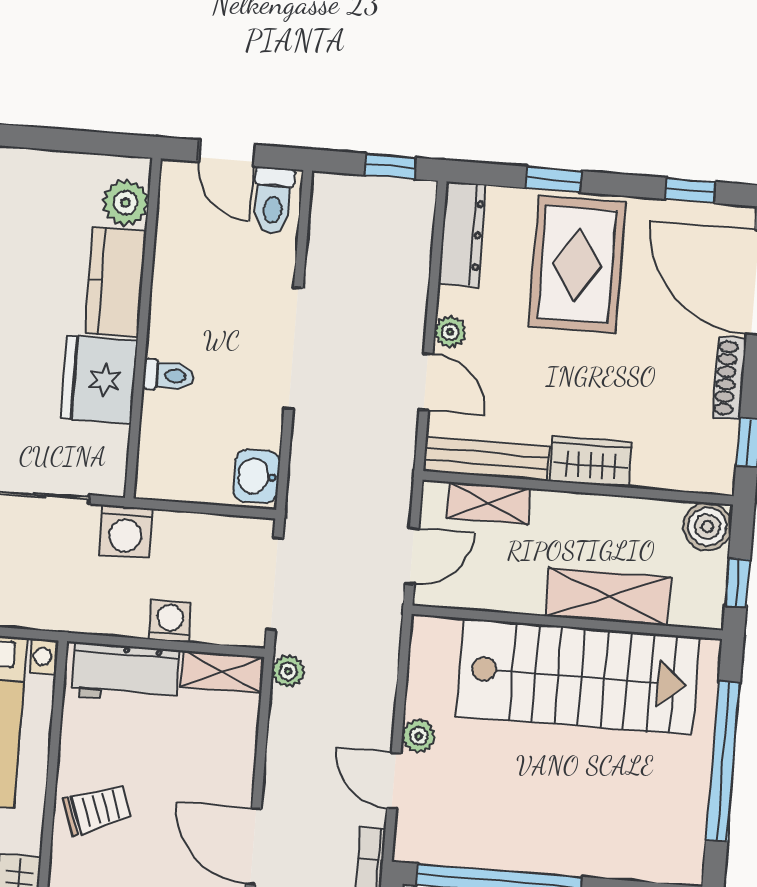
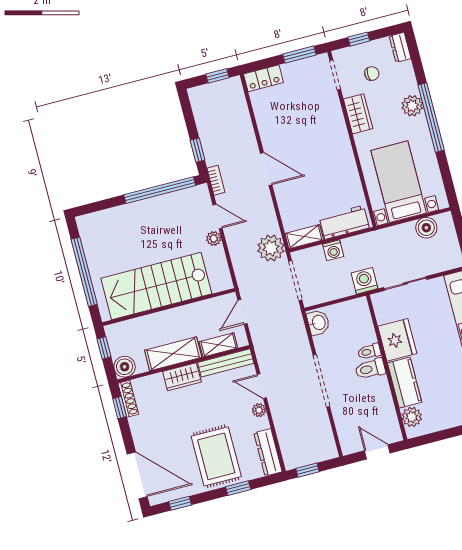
toilet: (273, 200) -> (370, 369), moved, turned -90
shoe rack: (729, 378) -> (128, 399), moved
shelving: (608, 597) -> (173, 354), moved
plant: (288, 671) -> (271, 248), width x1.87, depth x1.87
trolley: (97, 809) -> (336, 162), removed

